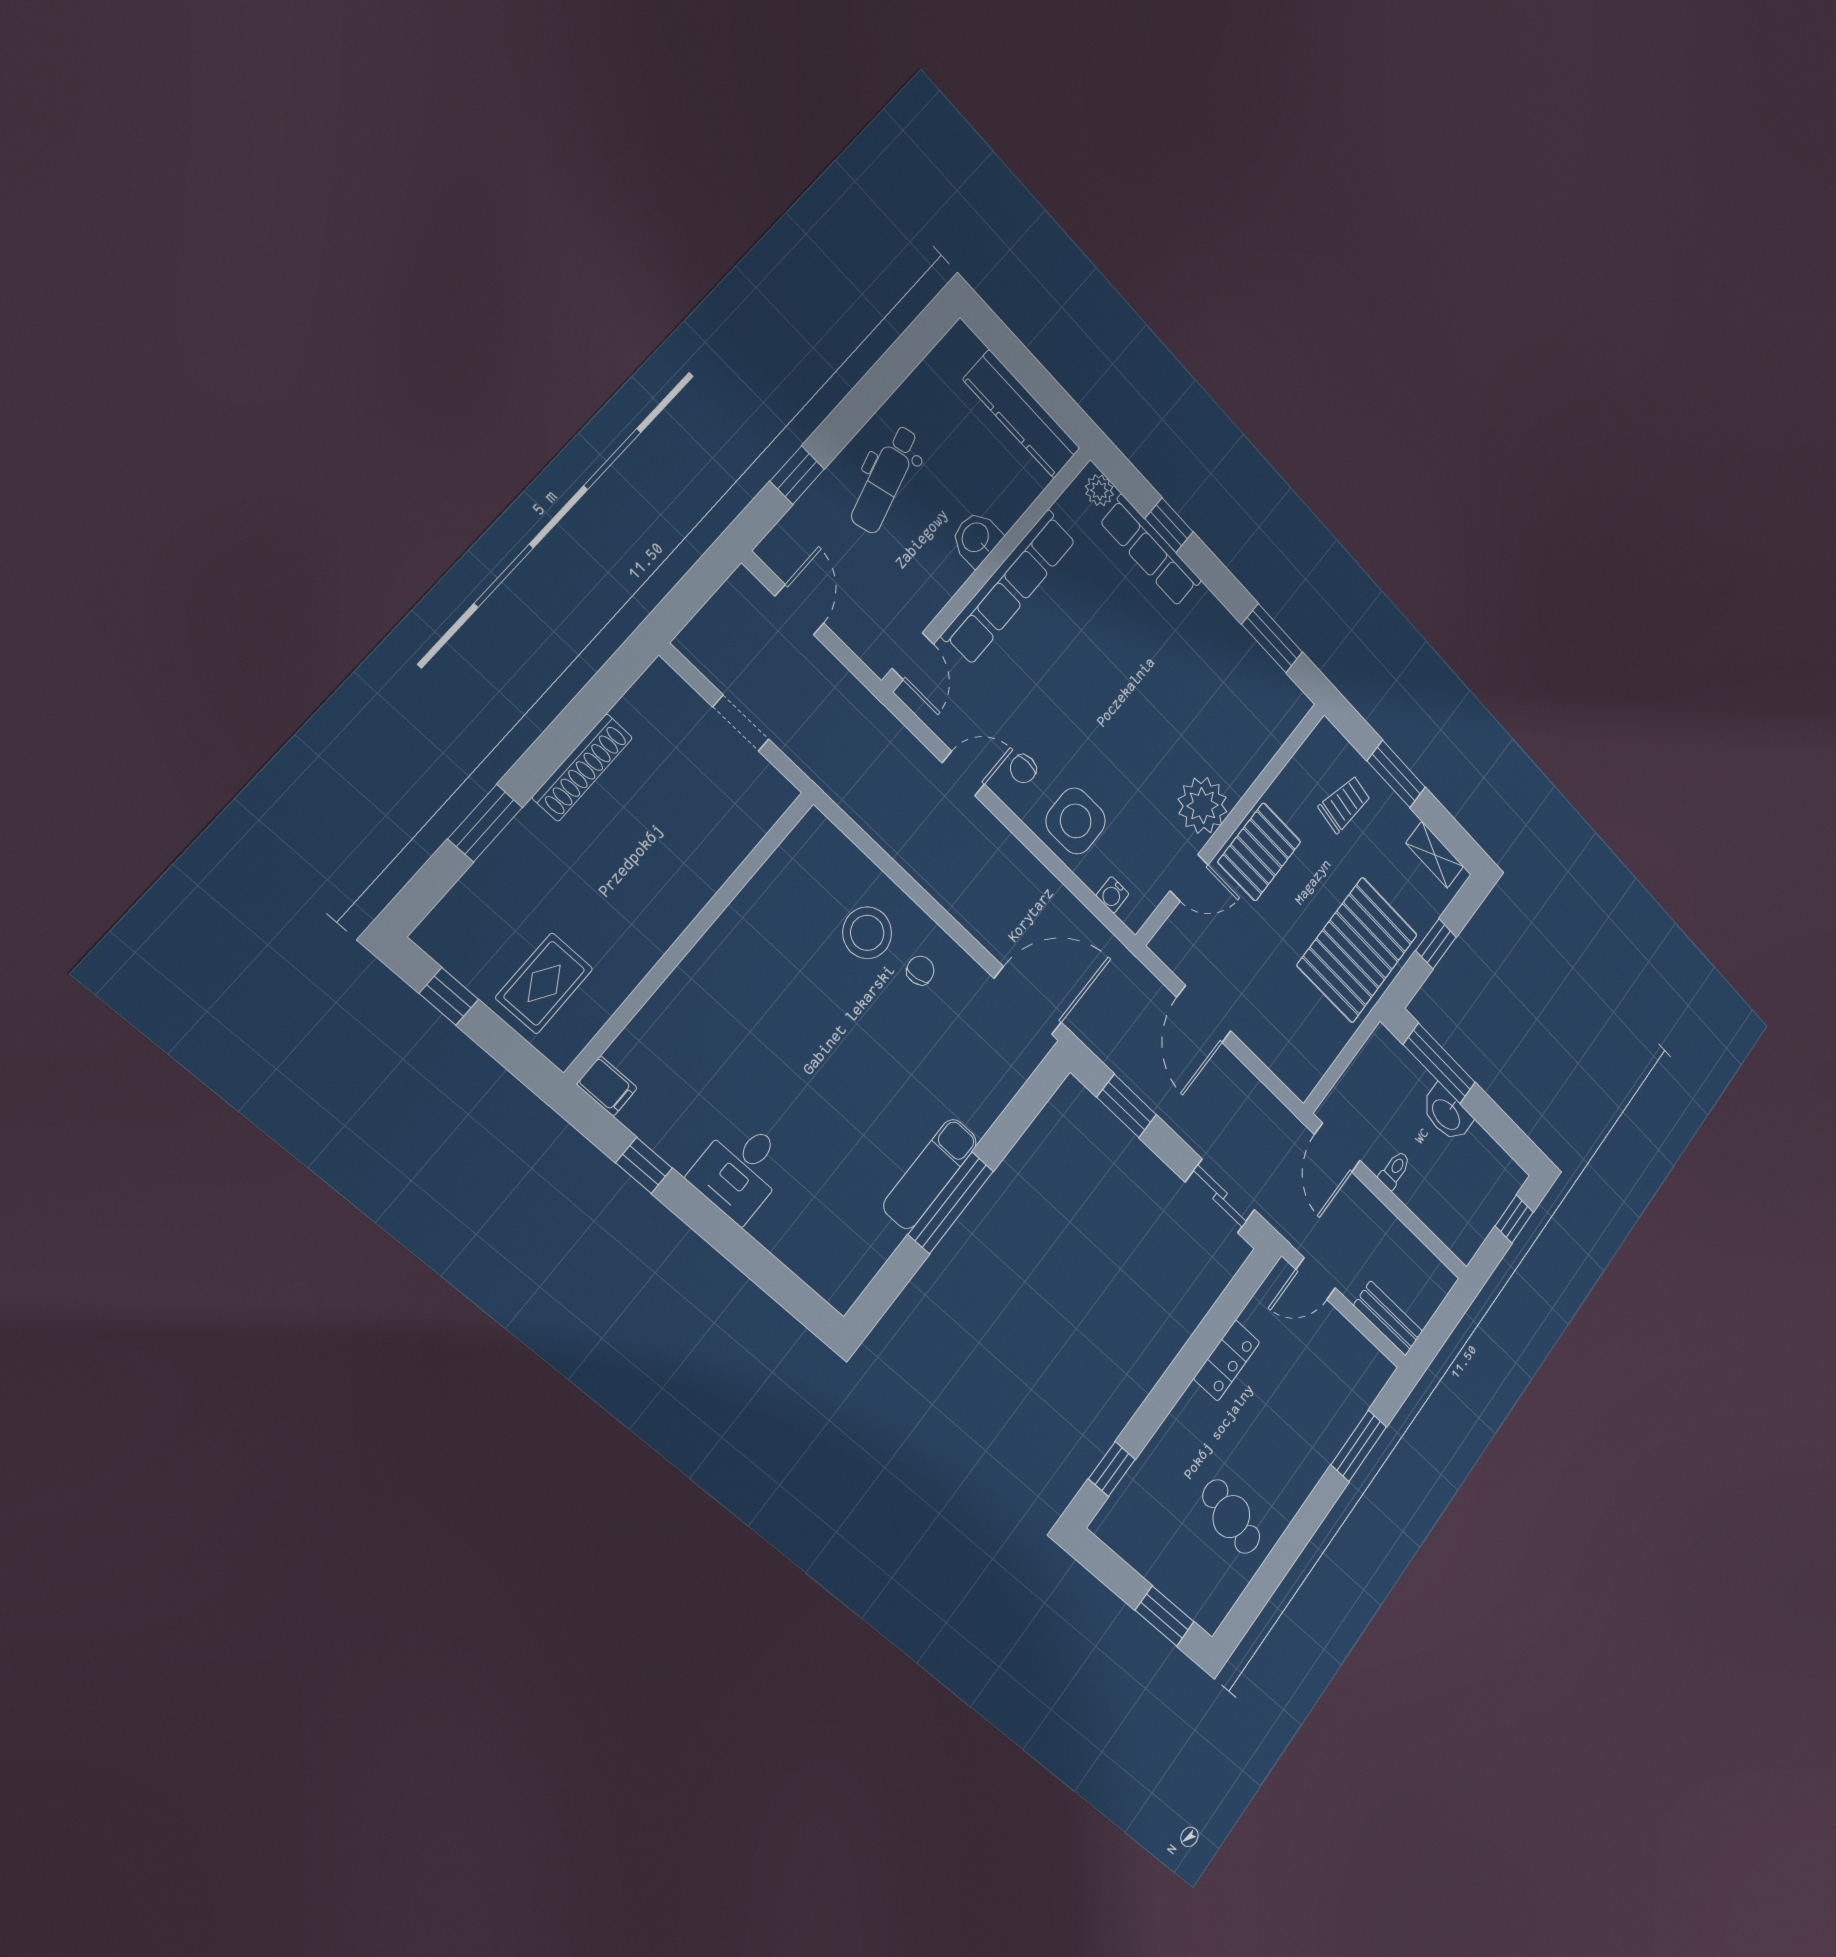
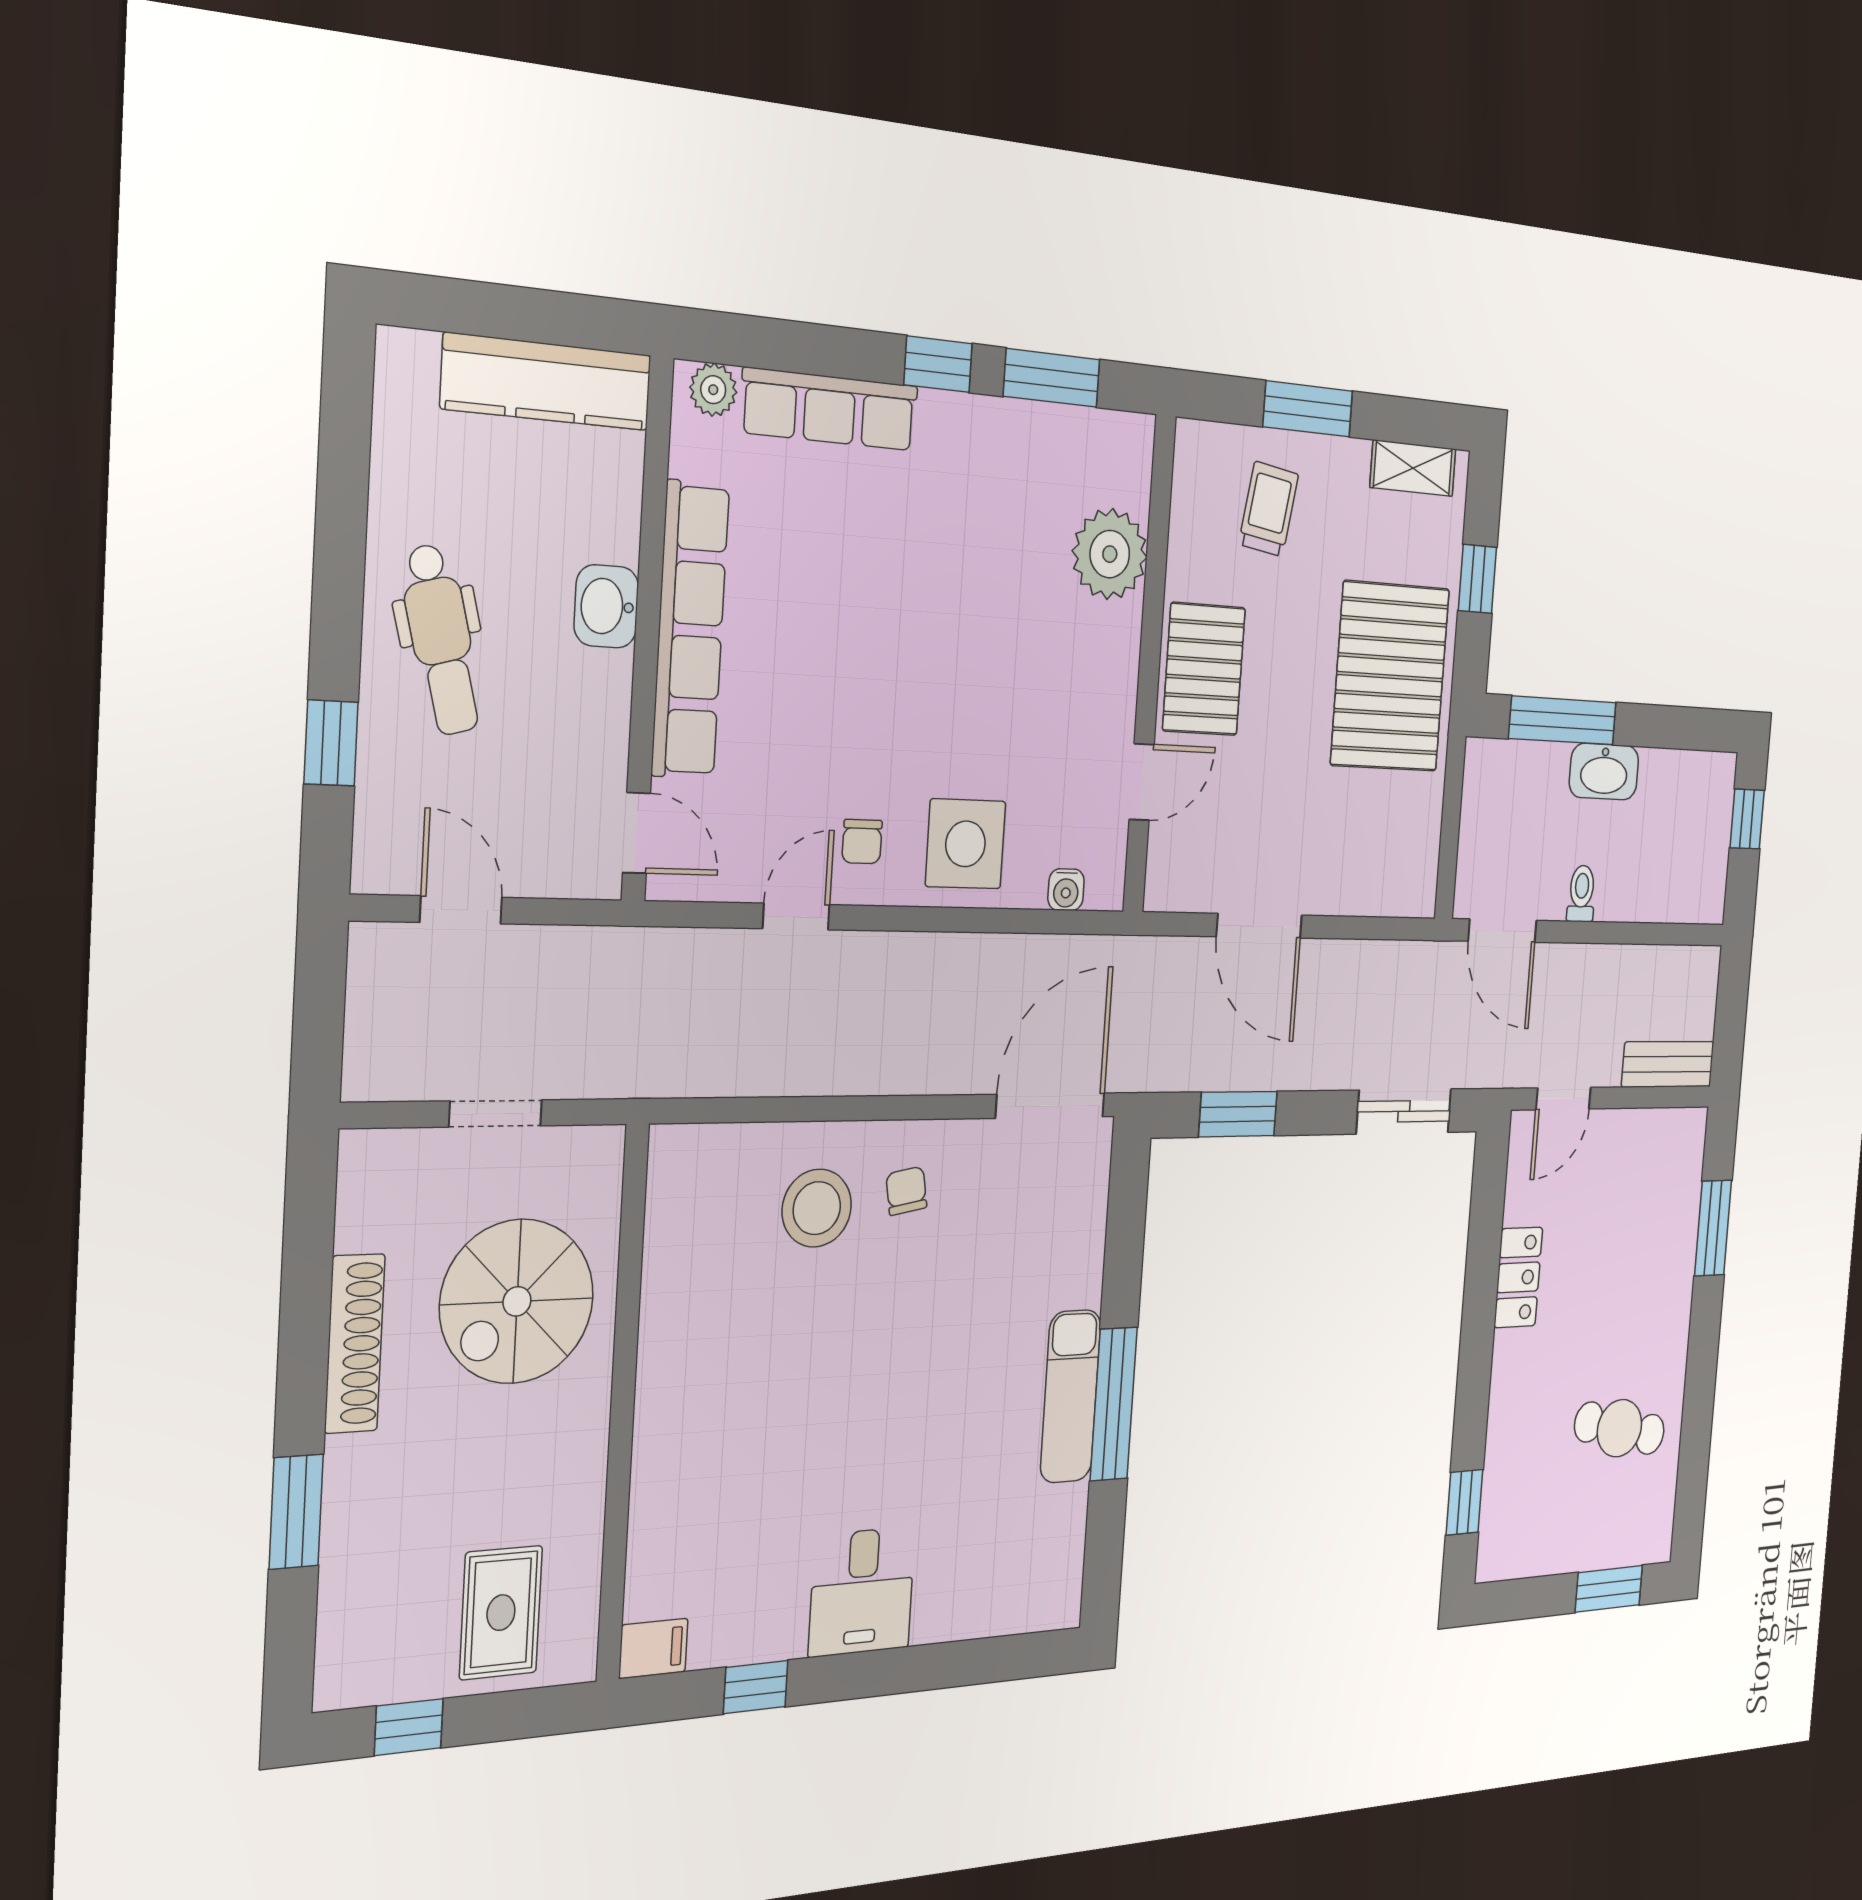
window: (1169, 525) -> (938, 364), moved
plant: (1203, 805) -> (1110, 554), moved
spiral stairs: (679, 827) -> (517, 1301), added

